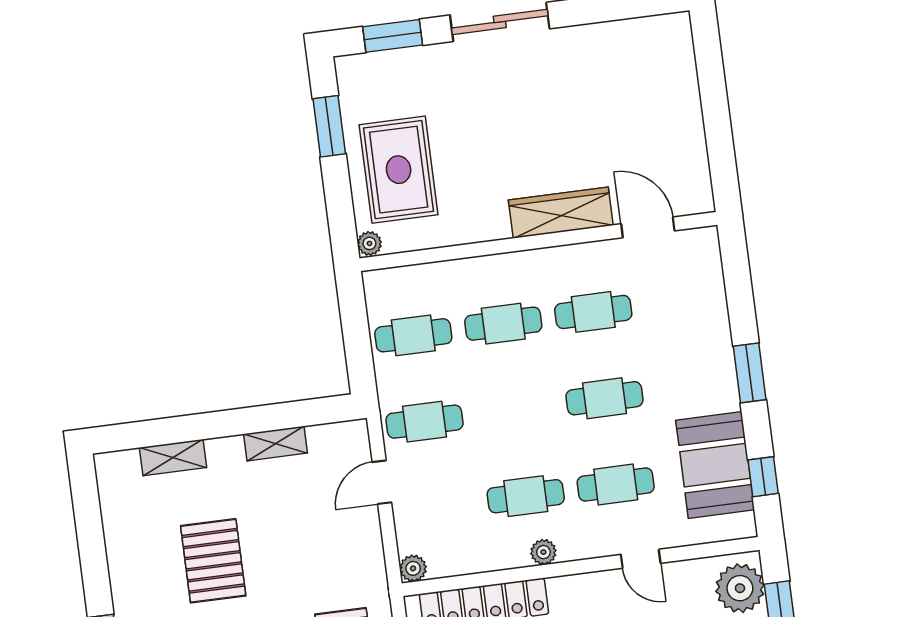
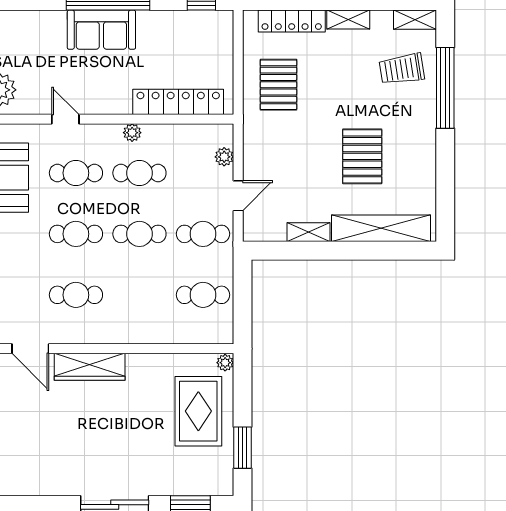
cafe table: (503, 324) -> (139, 234), moved
shelving: (173, 458) -> (381, 228), width x2.20, depth x1.33
plant: (413, 568) -> (224, 157), moved

